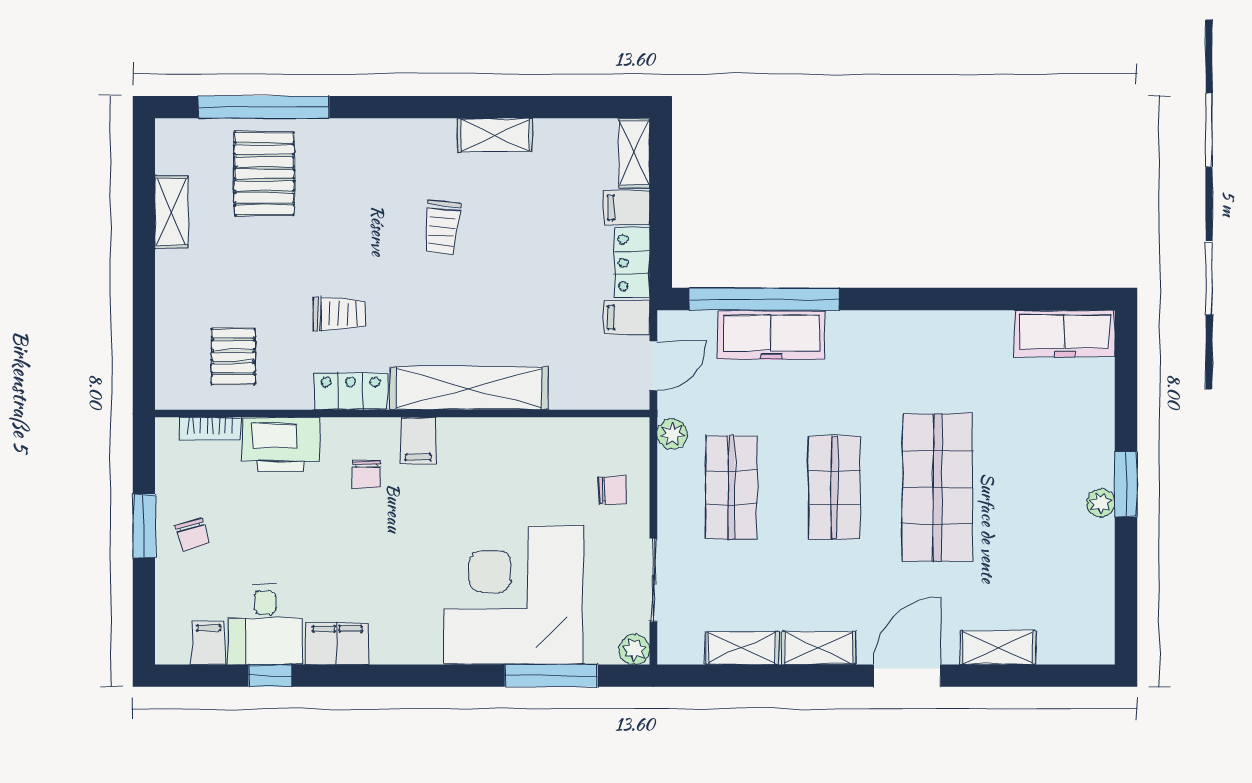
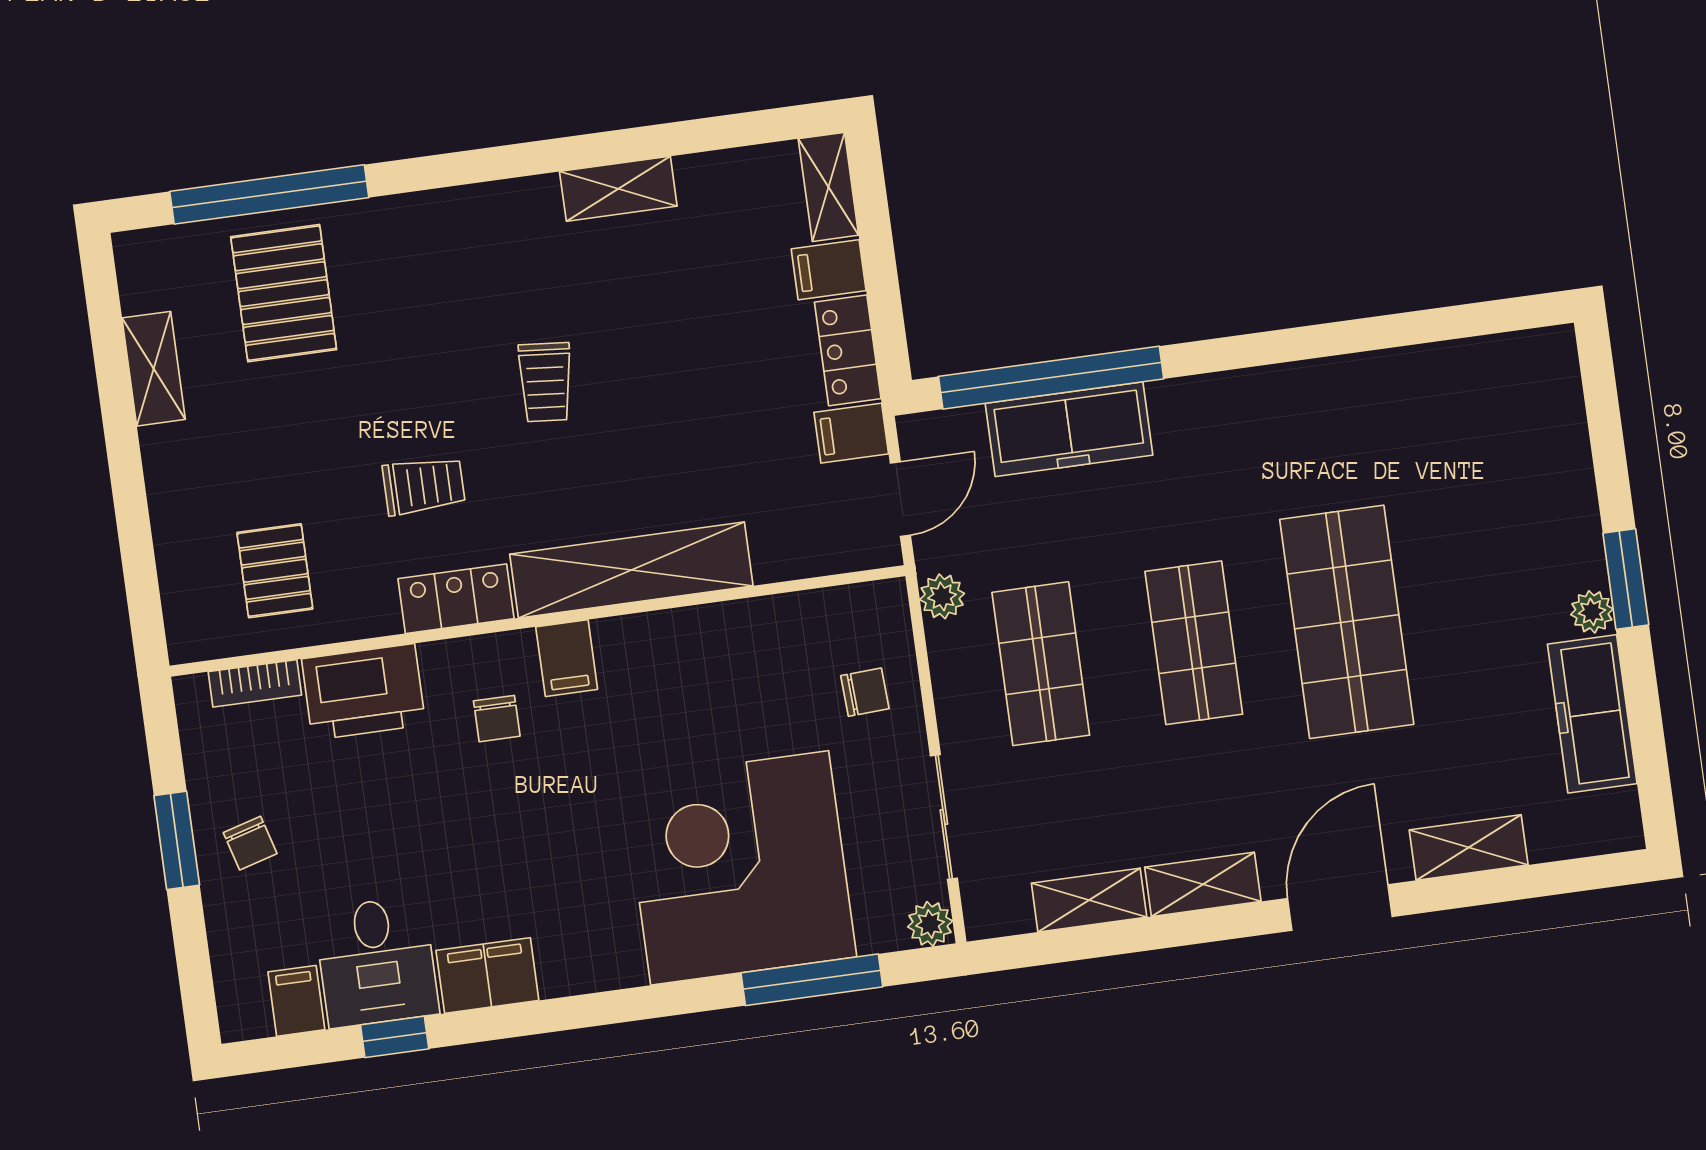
trolley: (442, 227) -> (545, 382), moved
freezer: (1065, 333) -> (1592, 714), moved, turned 90

